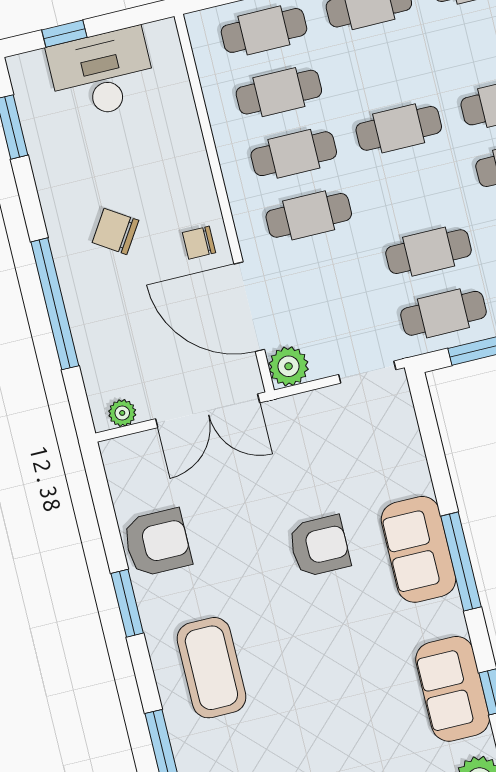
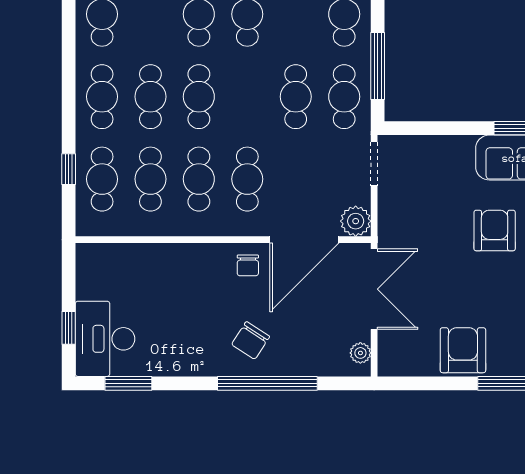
cafe table: (384, 67) -> (150, 97), added
desk: (102, 74) -> (105, 339), moved
chair: (115, 231) -> (251, 341), moved

